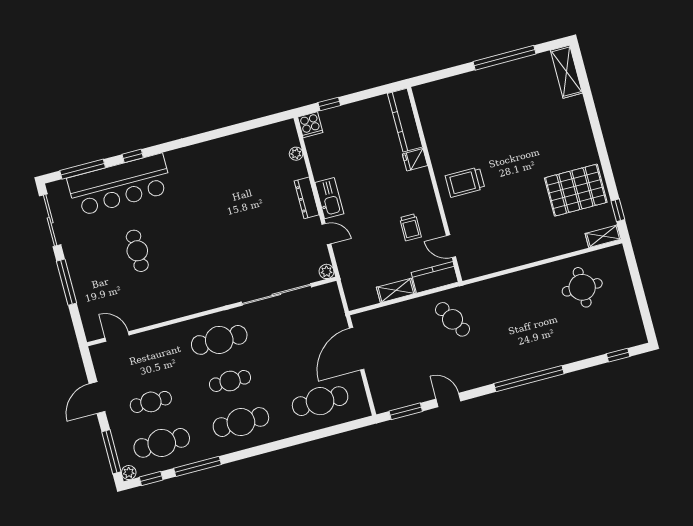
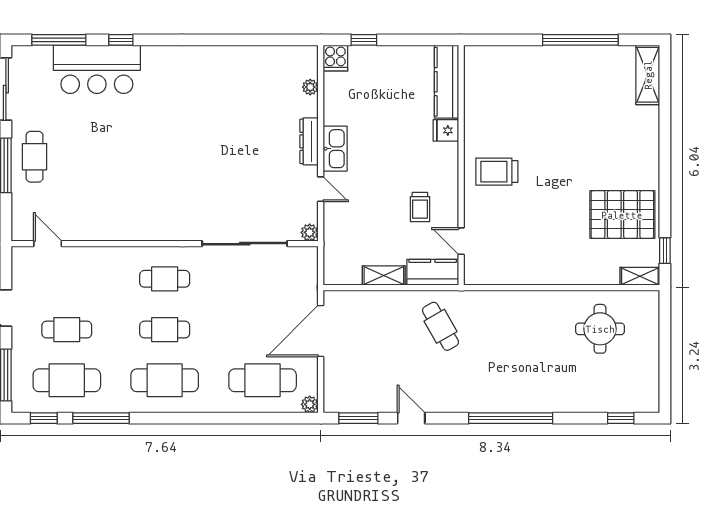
bar counter: (120, 185) -> (97, 69), width x0.73
cafe table: (137, 251) -> (35, 157), moved
cafe table: (219, 340) -> (165, 279), width x0.73, depth x0.74
plant: (129, 473) -> (310, 404), moved

